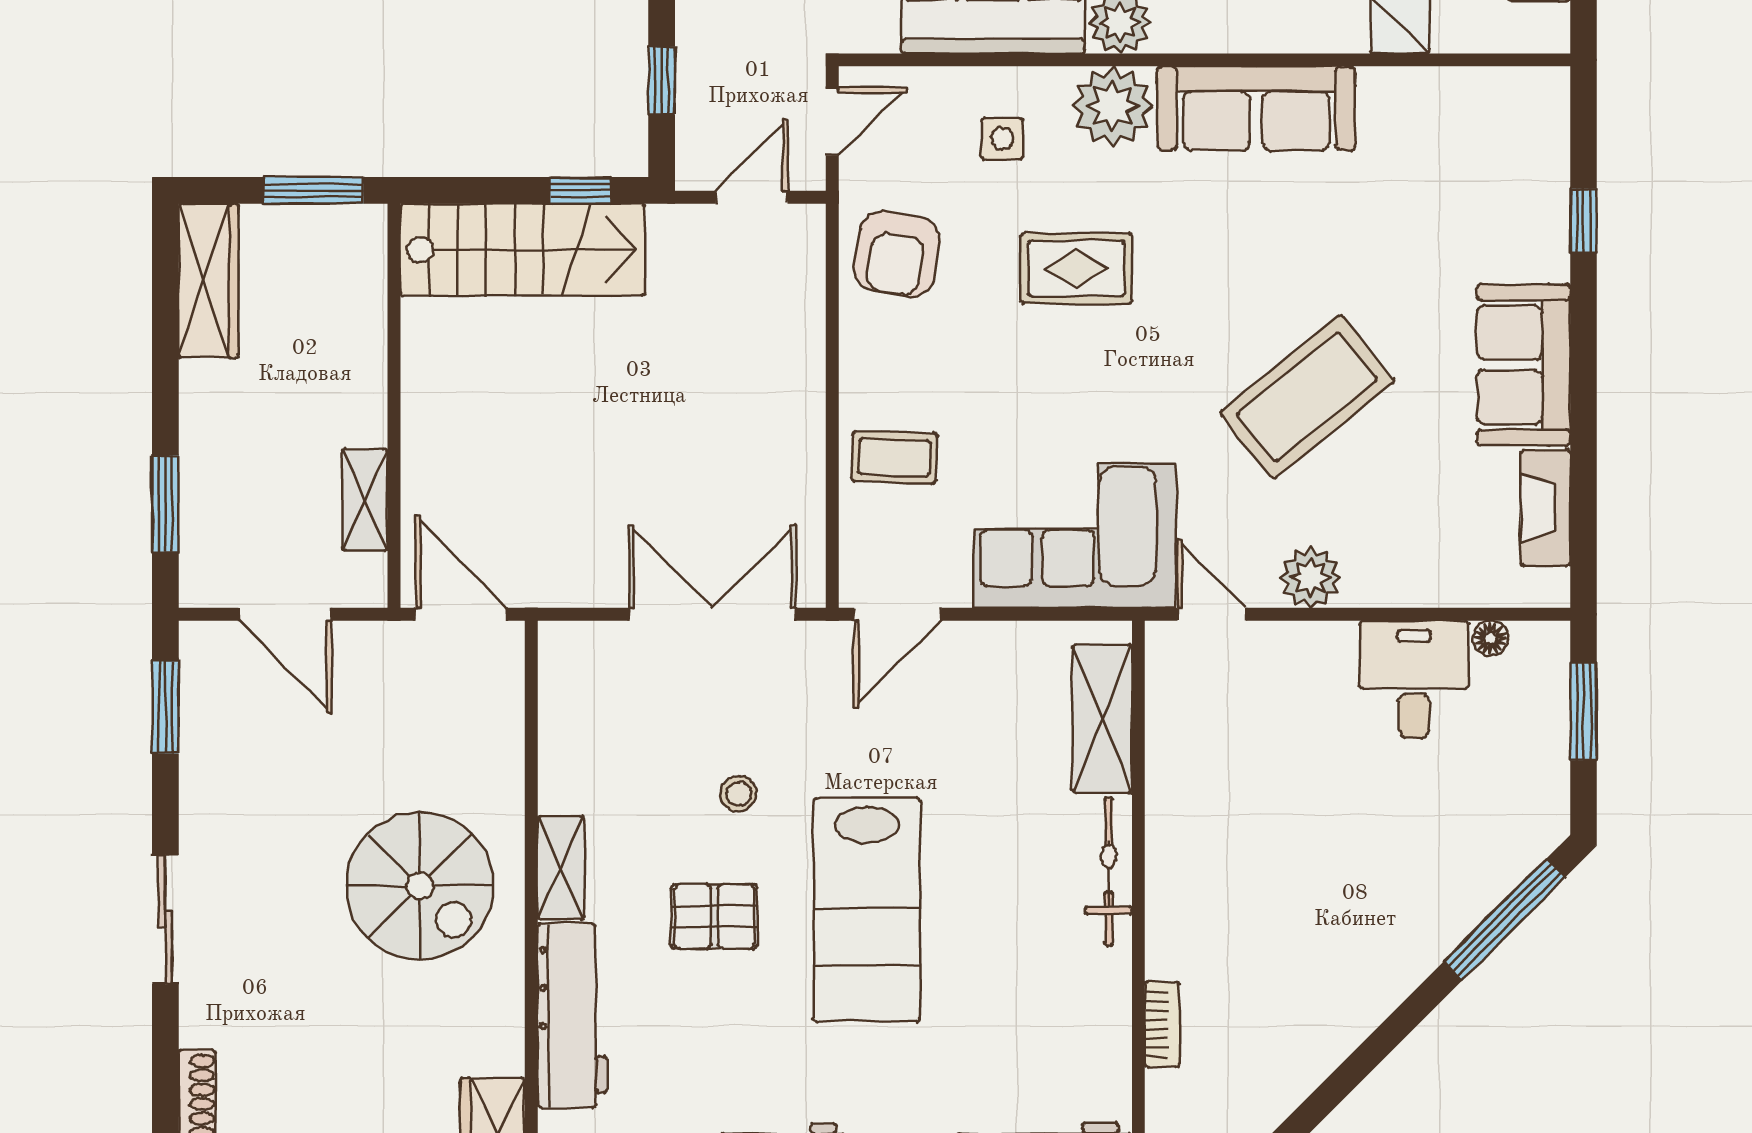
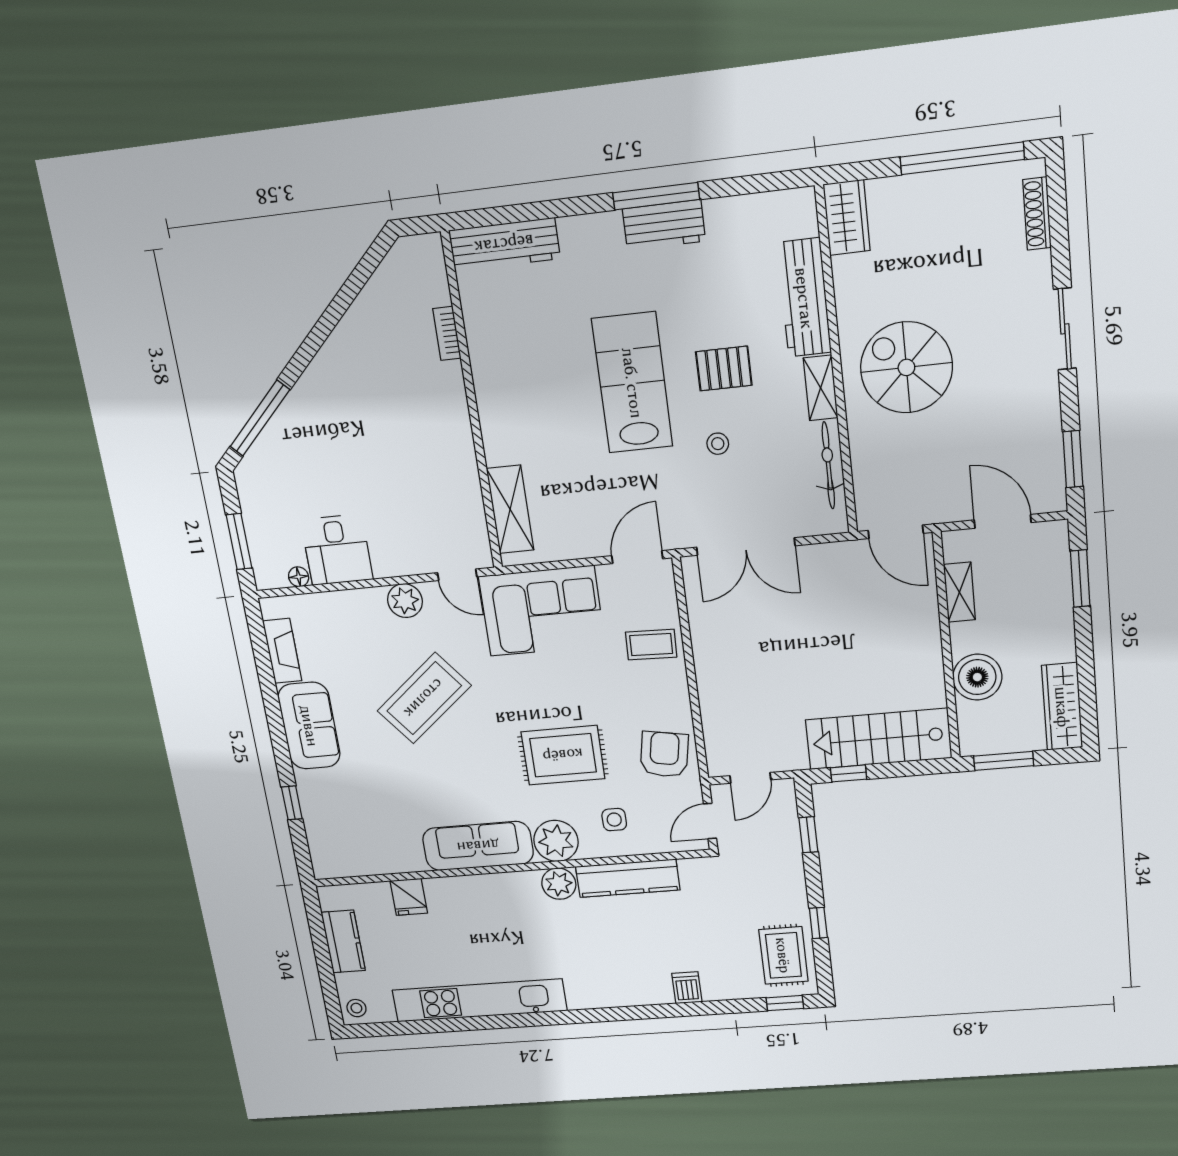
rug: (1076, 268) -> (563, 755), width x1.36, depth x1.43
boiler: (346, 347) -> (977, 677), added
bicycle: (1109, 871) -> (828, 465), moved, turned 180

